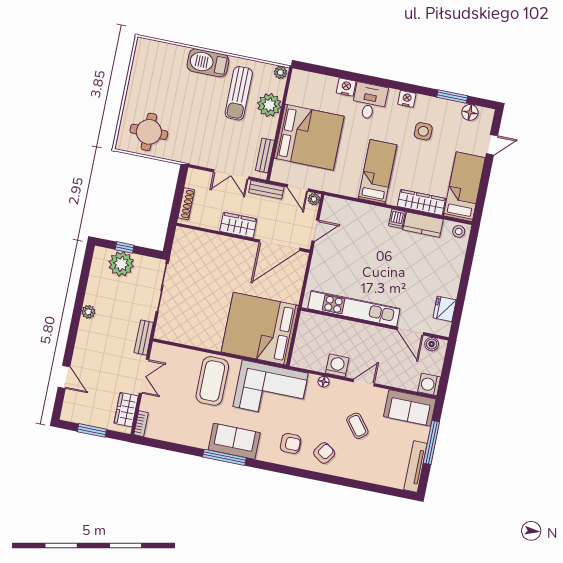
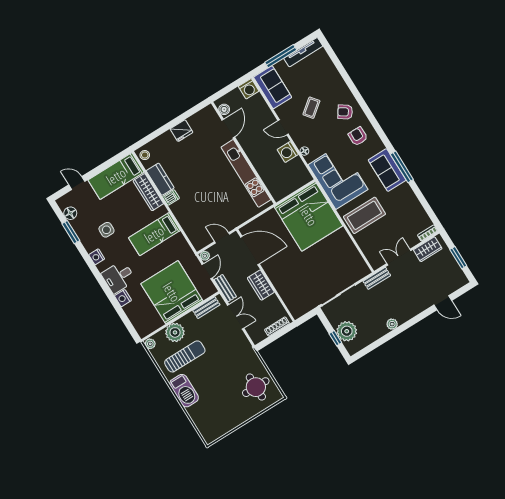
fridge: (445, 309) -> (181, 131), moved
door: (64, 377) -> (443, 303), swing flipped

